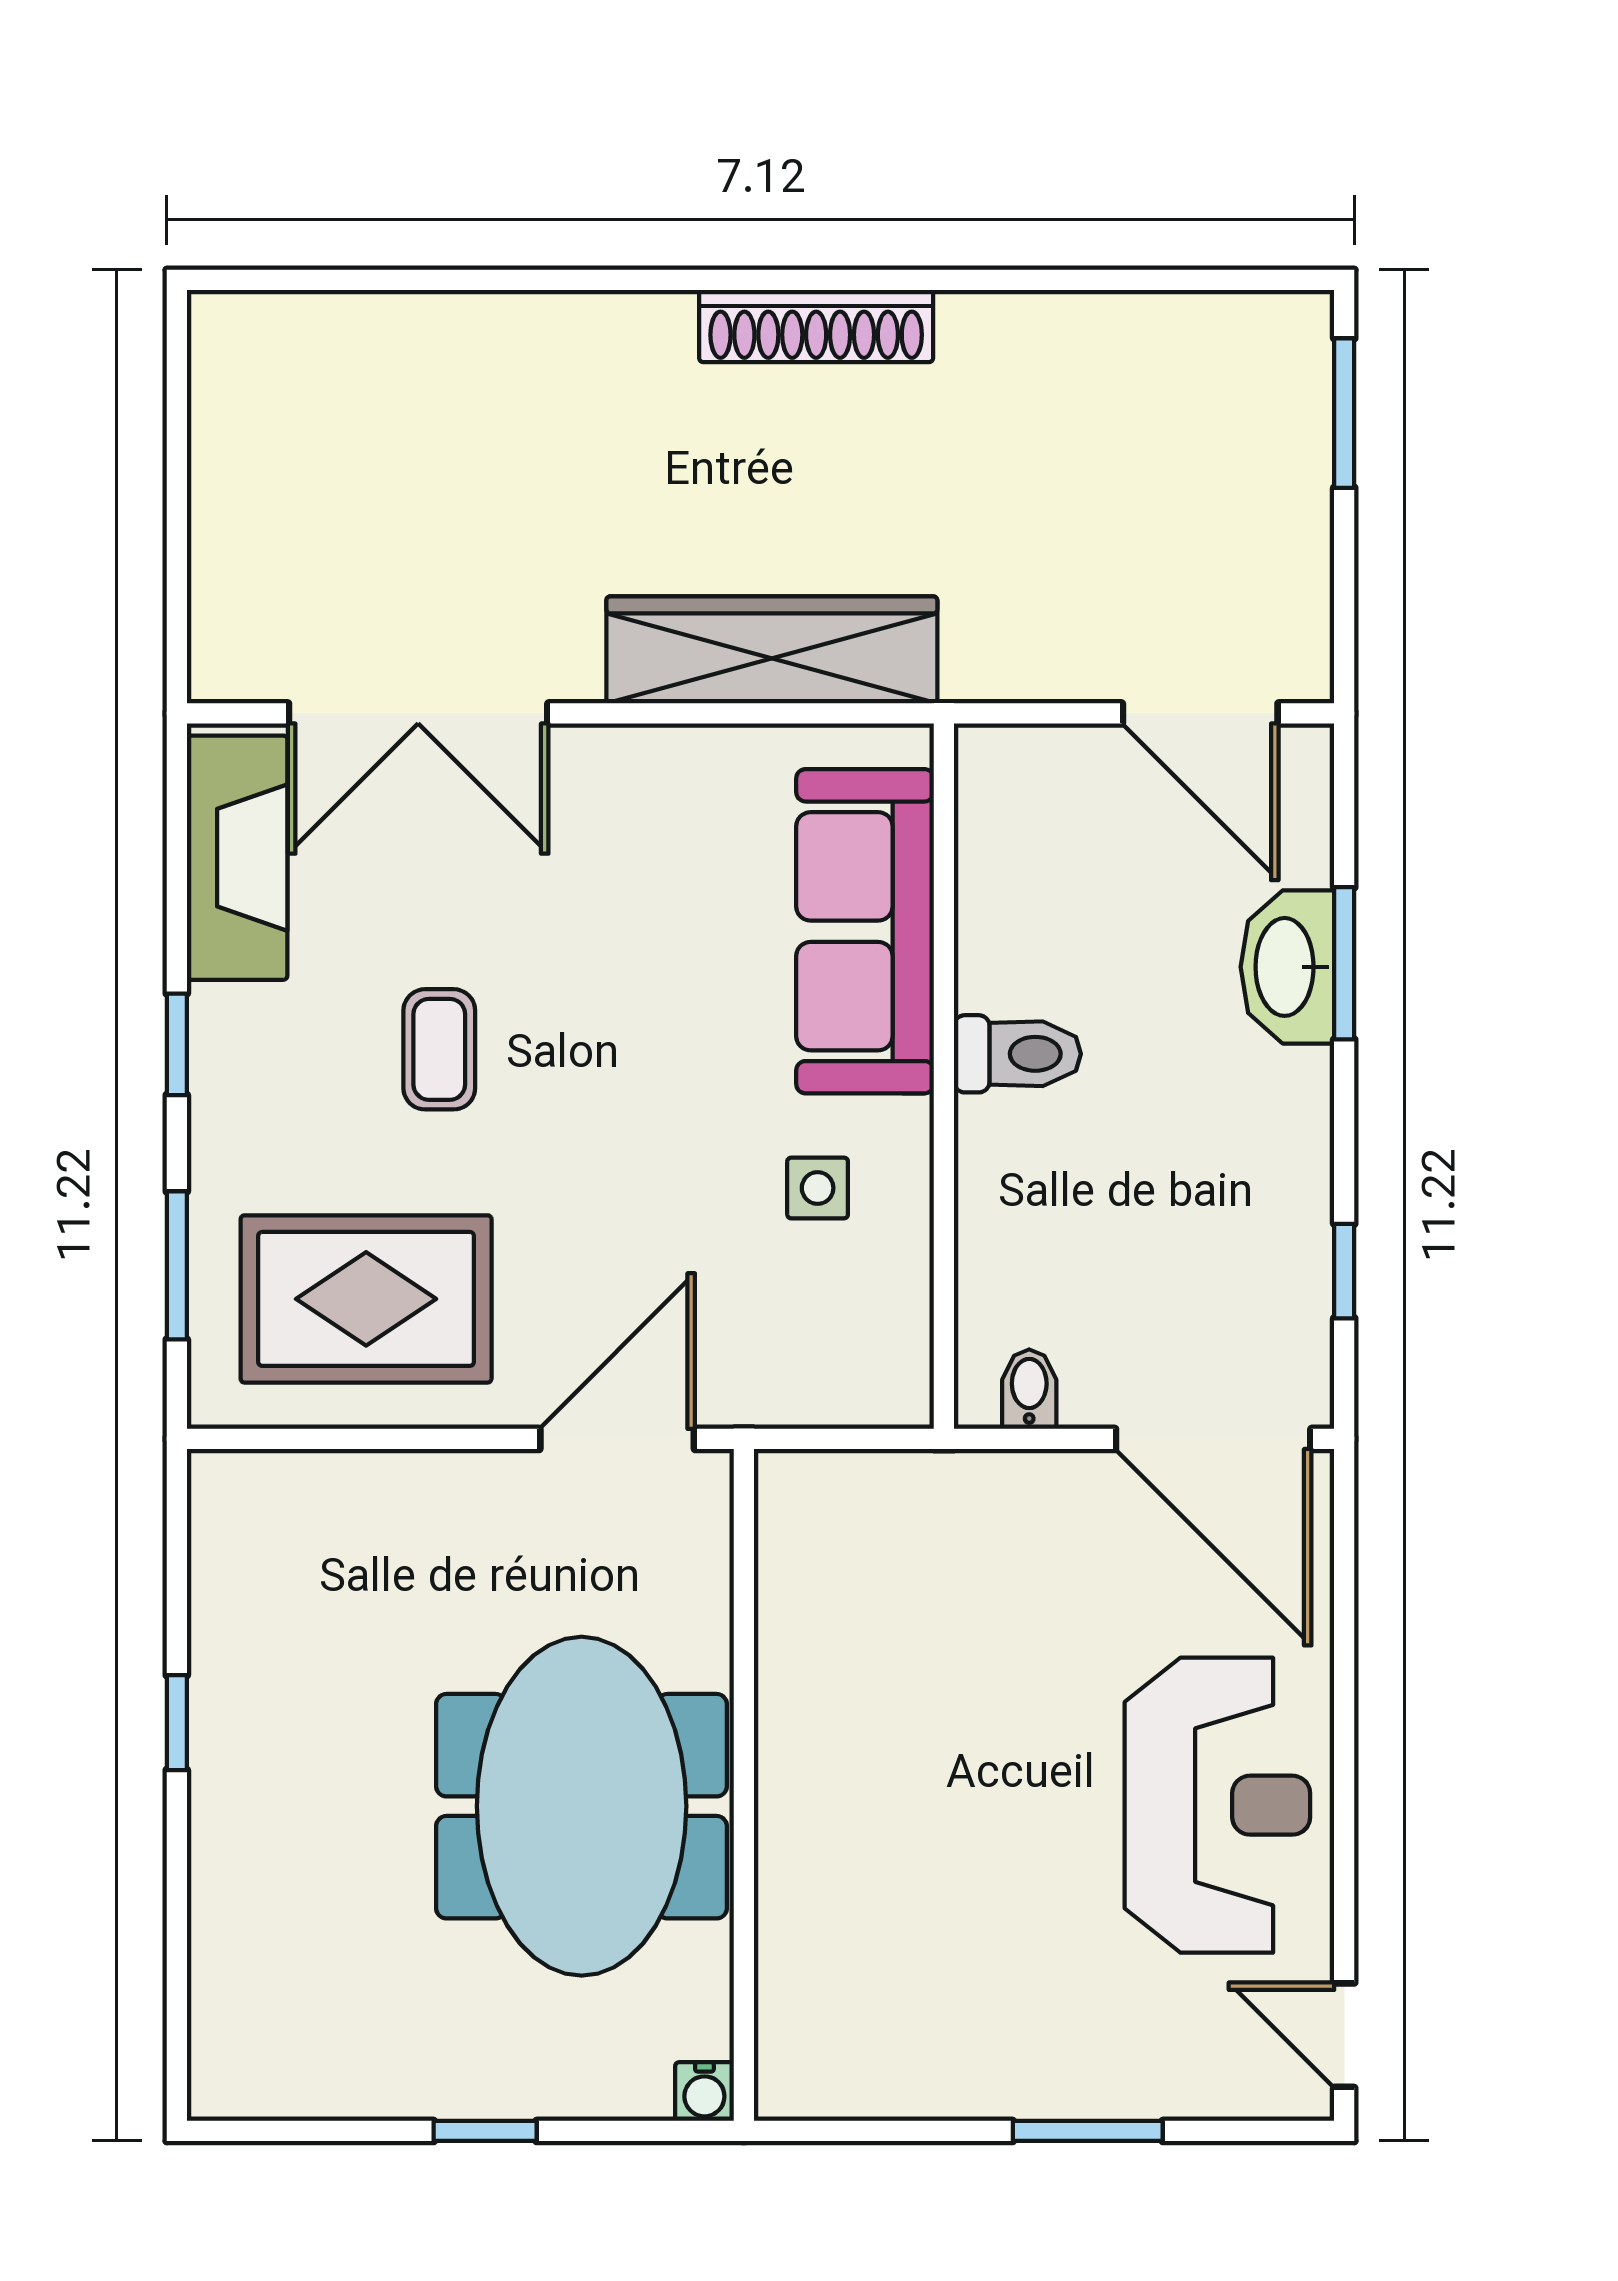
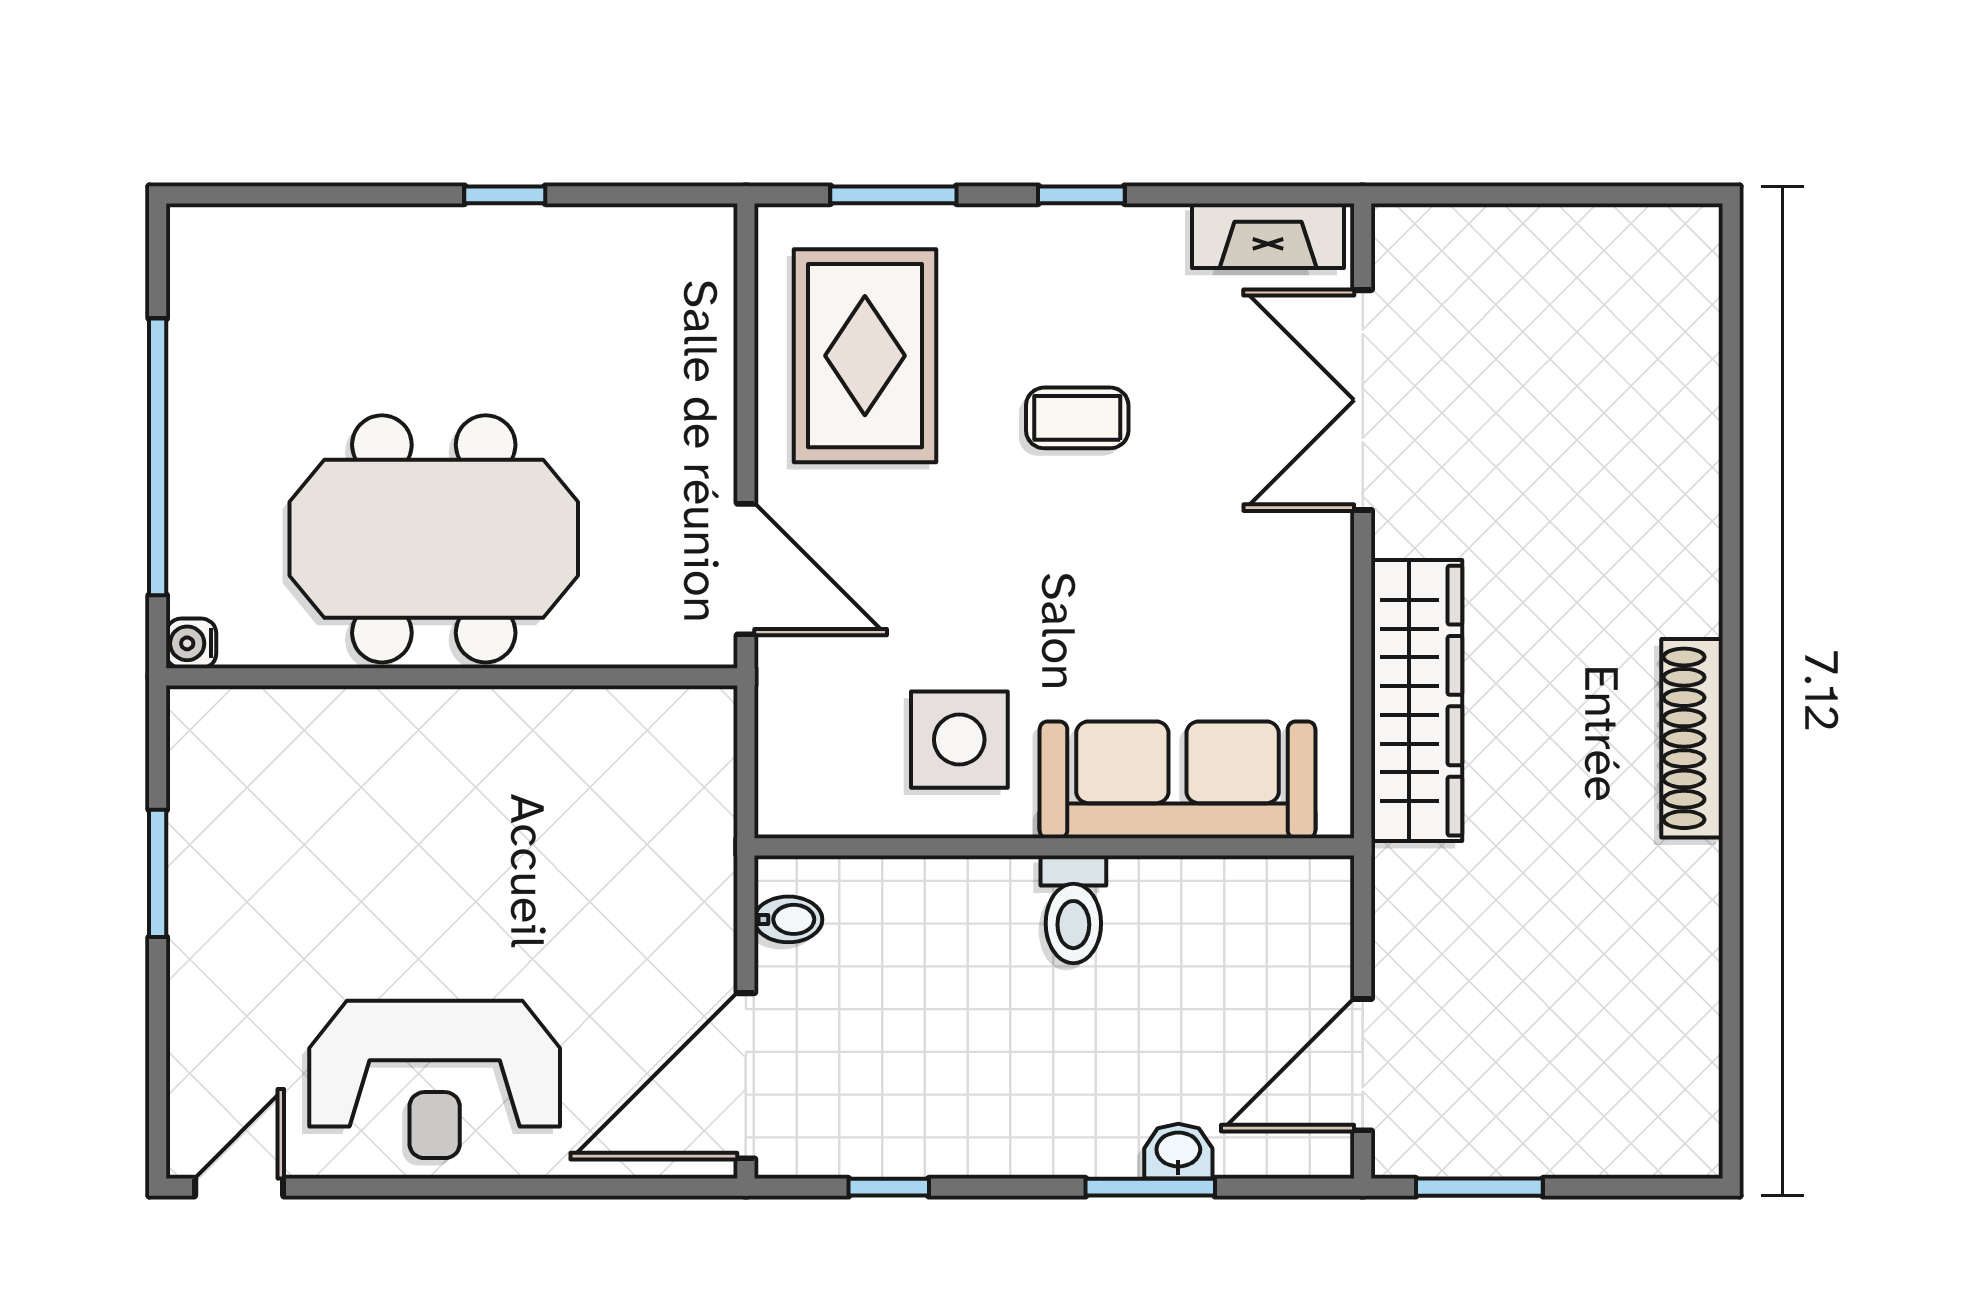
window: (1344, 413) -> (1479, 1187), moved
fireplace: (237, 858) -> (1268, 236), width x0.73, depth x0.76
washbasin: (1287, 967) -> (1178, 1151), width x0.52, depth x0.69
side table: (818, 1188) -> (959, 740), width x1.87, depth x1.87
window: (485, 2131) -> (158, 457), width x3.17
window: (1088, 2131) -> (158, 873), moved

